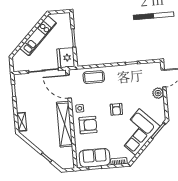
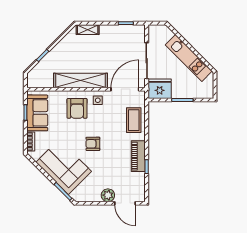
piano: (123, 71) -> (138, 156), added

